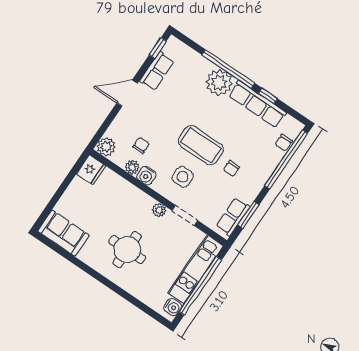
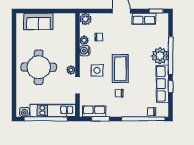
fridge: (91, 170) -> (68, 20), removed
sofa: (63, 233) -> (38, 21), moved, turned 90
round table: (127, 250) -> (39, 67), width x1.36, depth x1.36

